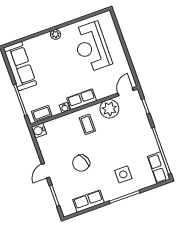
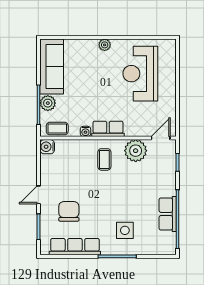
plant: (27, 96) -> (48, 103), added
chair: (81, 163) -> (69, 211), moved, turned 112
row of seats: (159, 168) -> (168, 214), moved
row of seats: (89, 201) -> (75, 247), width x1.48

